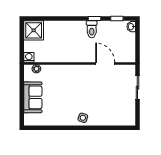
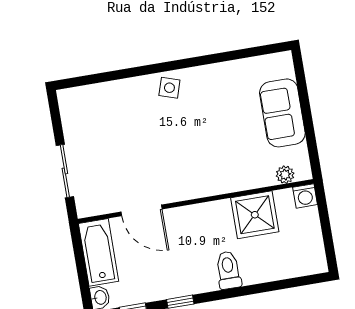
toilet: (92, 29) -> (228, 270), moved
shower: (34, 30) -> (255, 215), moved
bathtub: (128, 48) -> (99, 252), added

